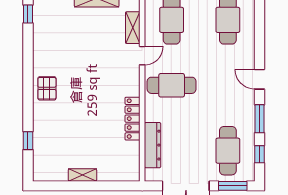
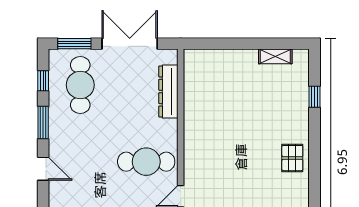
locker: (133, 119) -> (192, 123), removed
shelving: (82, 175) -> (275, 56), moved

